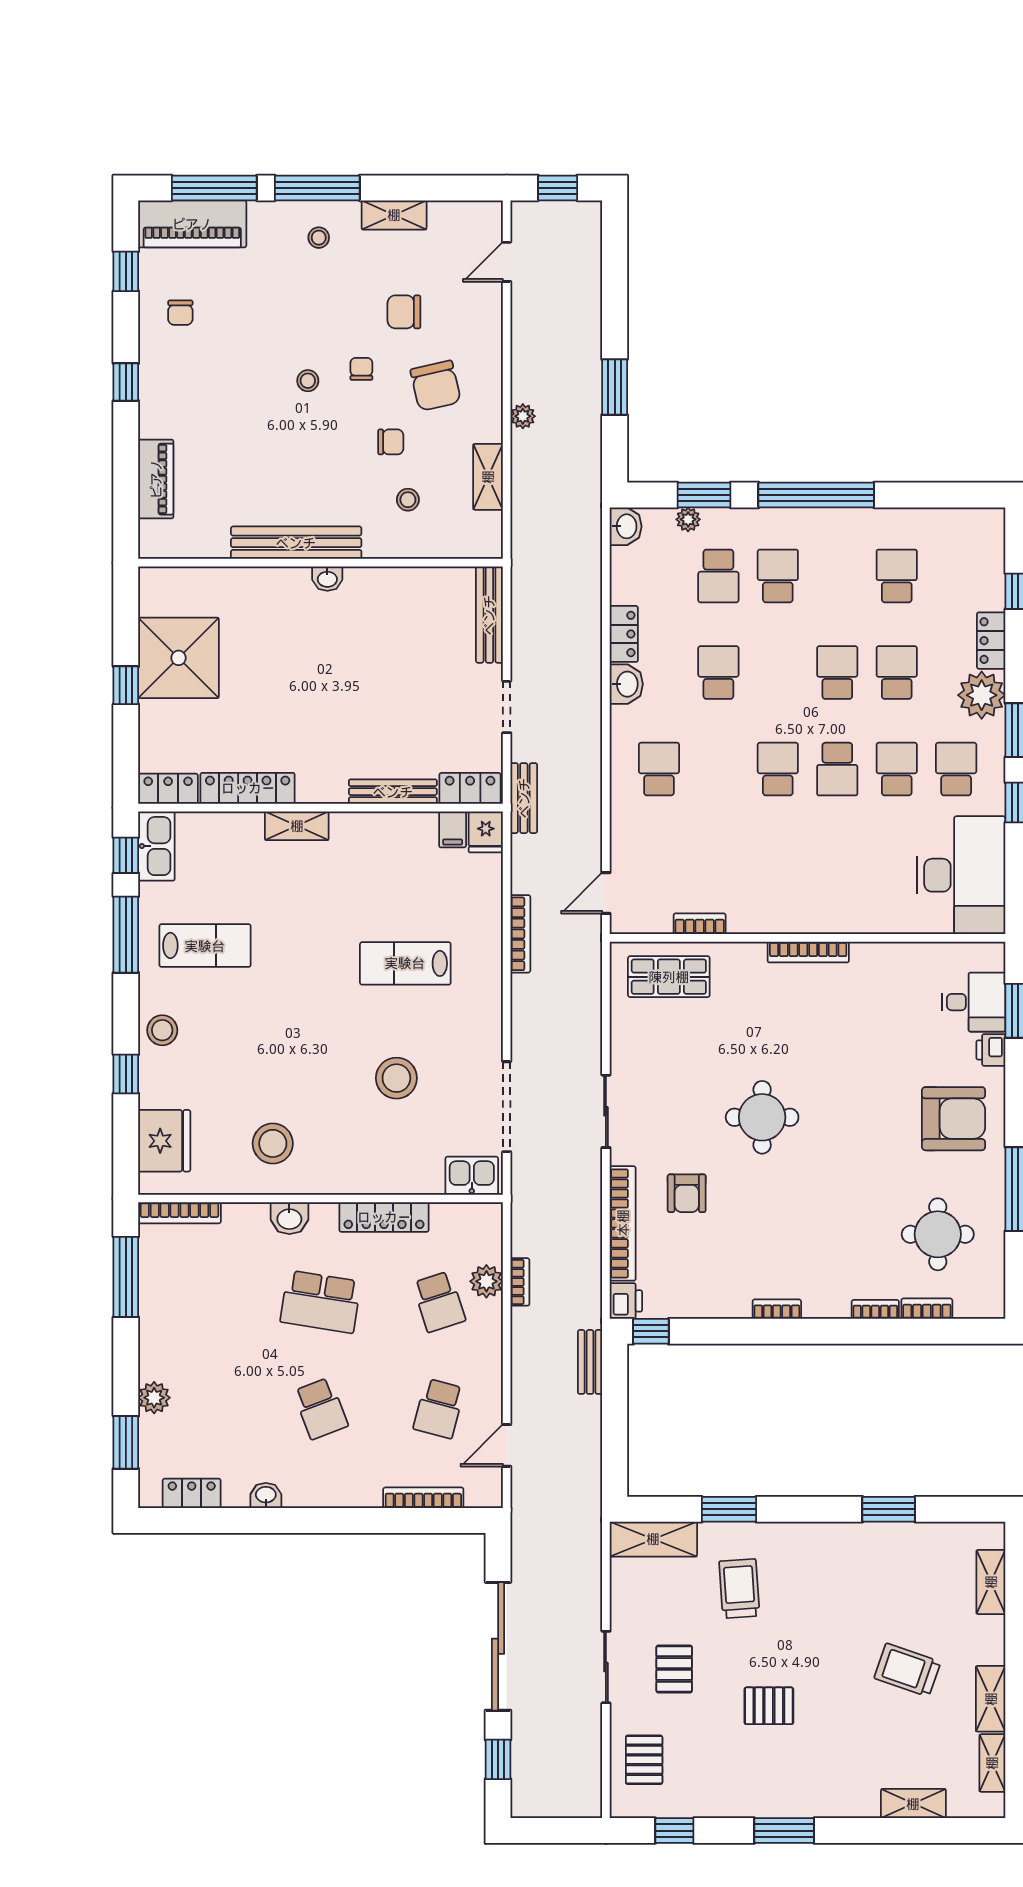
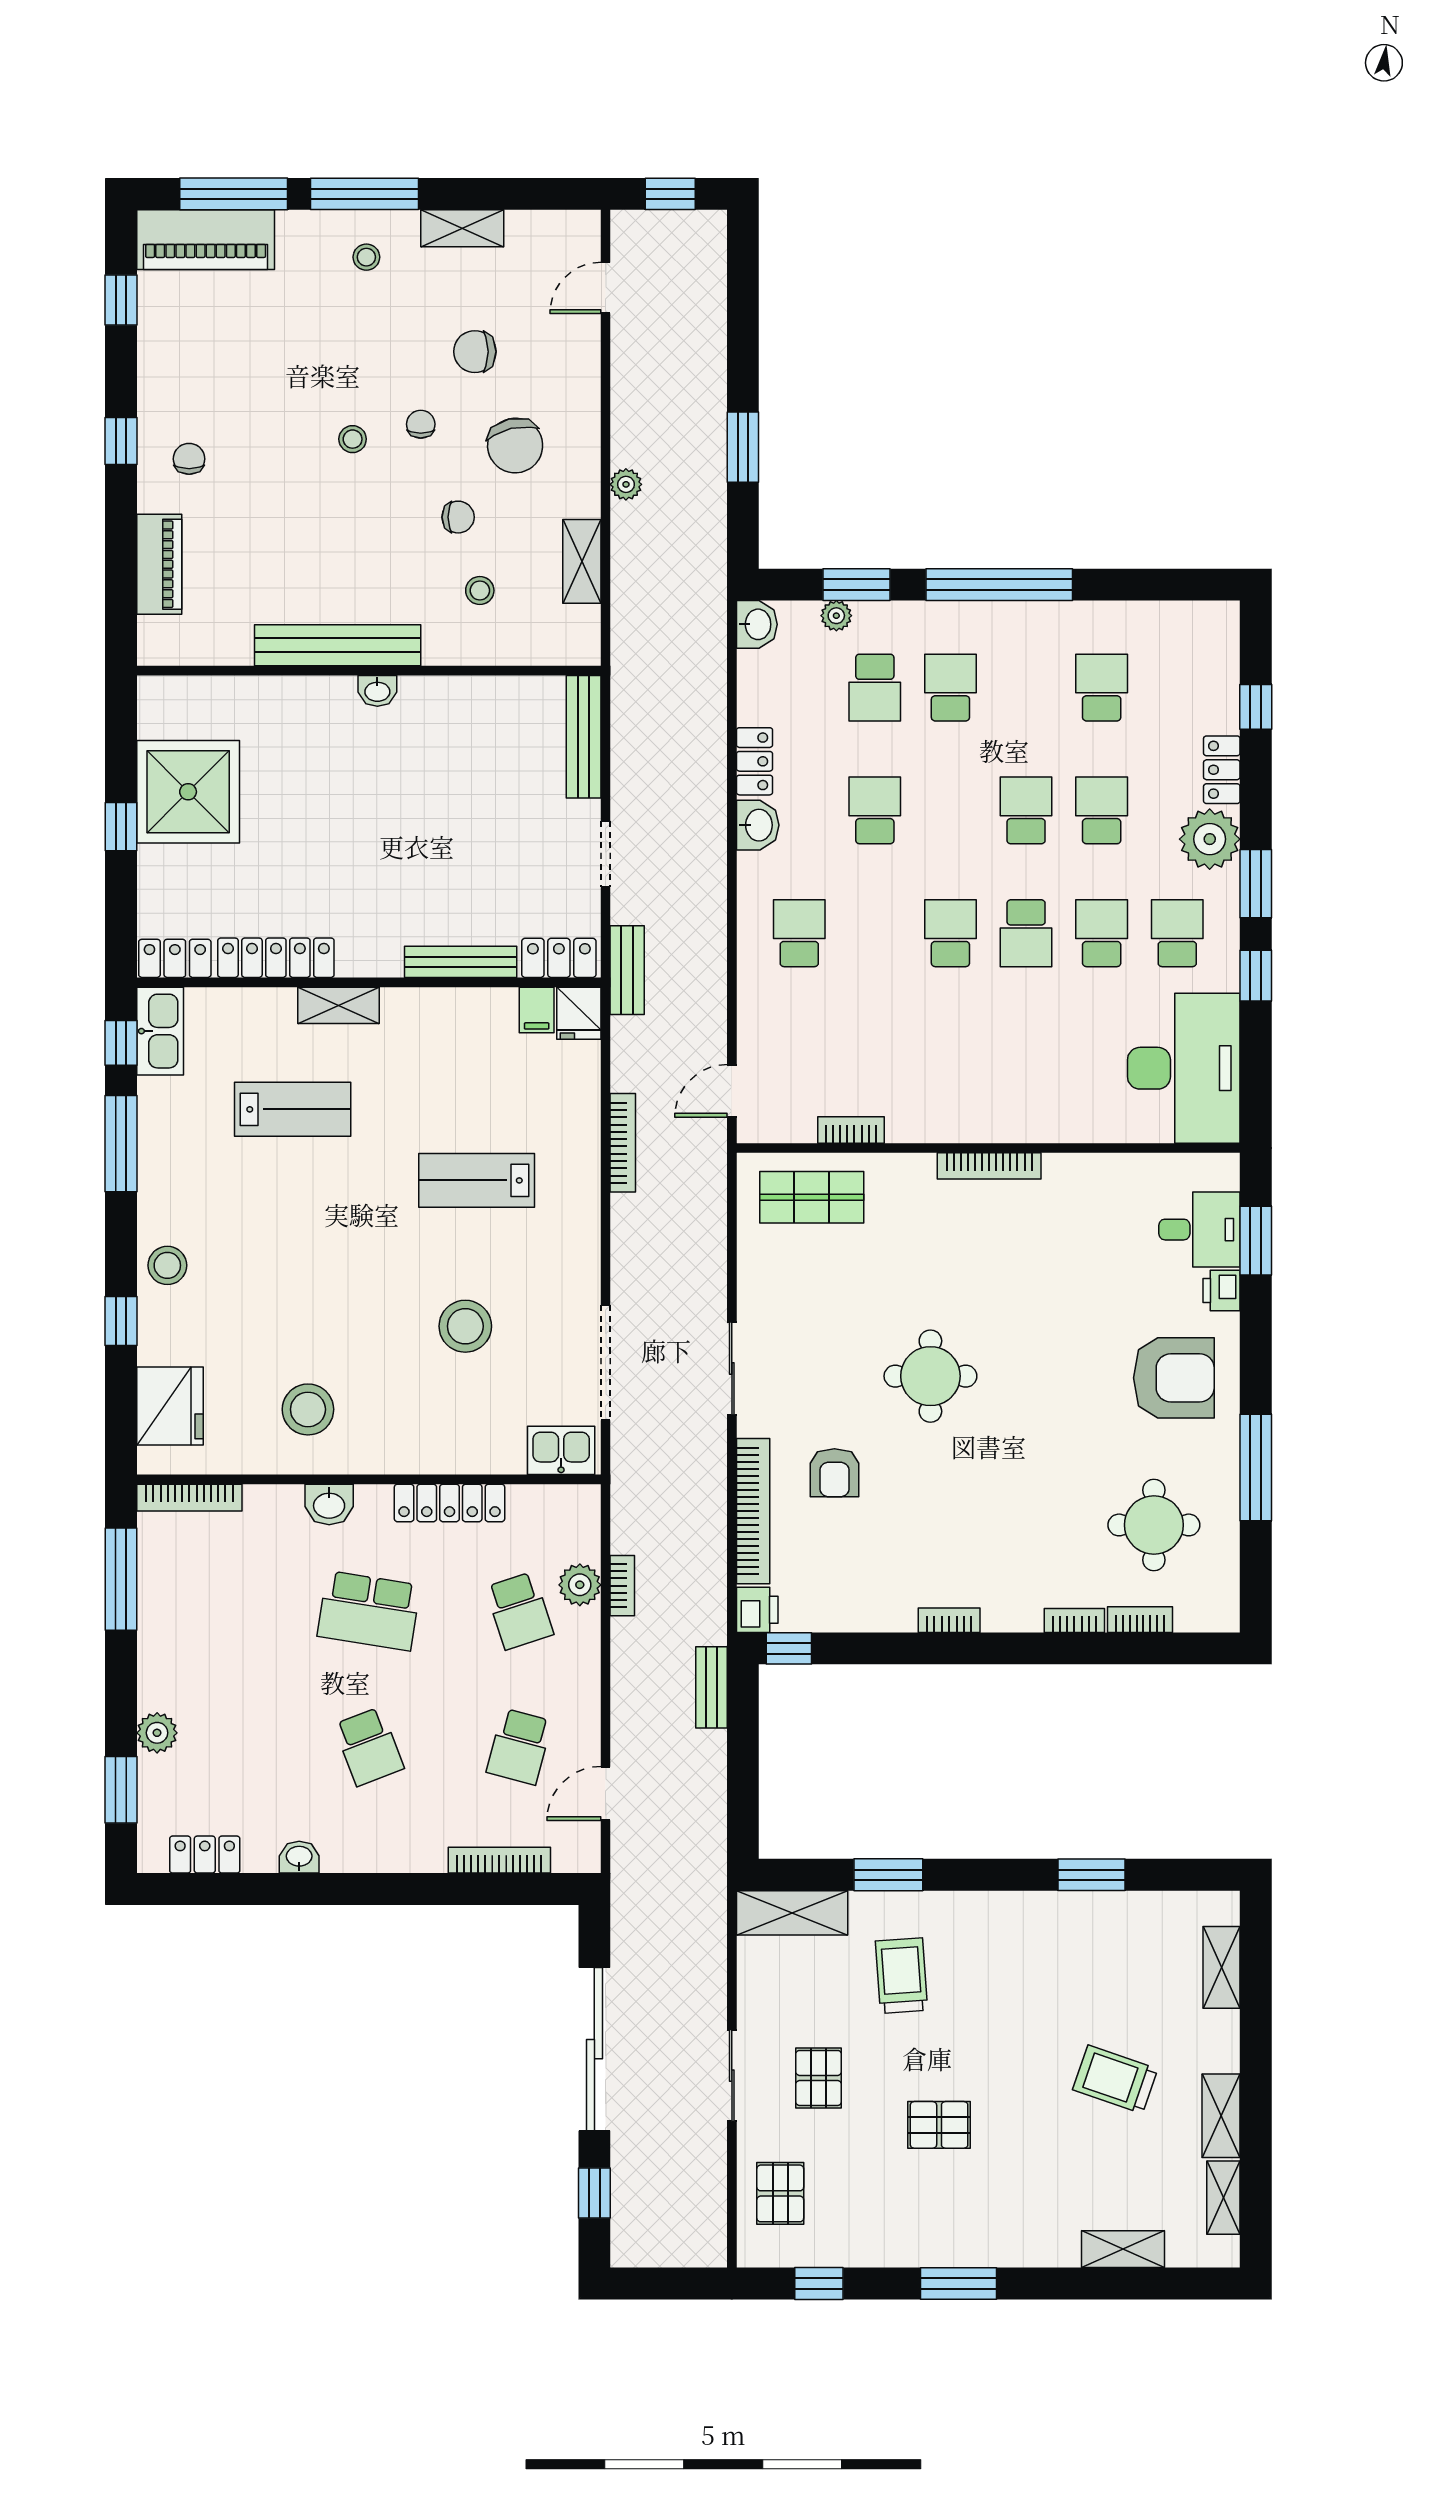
chair: (180, 313) -> (189, 459), moved, turned 180
lab bench: (205, 946) -> (293, 1109), moved

